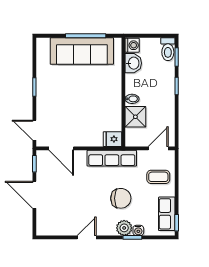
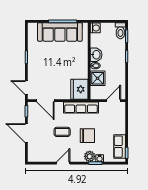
washbasin: (133, 63) -> (96, 55), moved
fridge: (112, 139) -> (79, 89), width x1.88, depth x1.34
coffee table: (158, 177) -> (62, 132), moved

